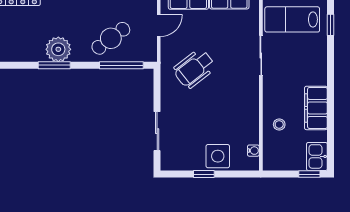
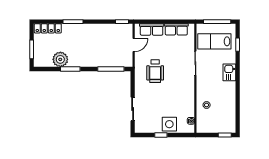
cafe table: (111, 38) -> (105, 53), removed
plant: (58, 49) -> (60, 59), moved
wheelchair: (194, 69) -> (155, 71), turned -52
filing cabinet: (316, 108) -> (229, 95), removed
kitchen sink: (317, 156) -> (229, 72), moved

